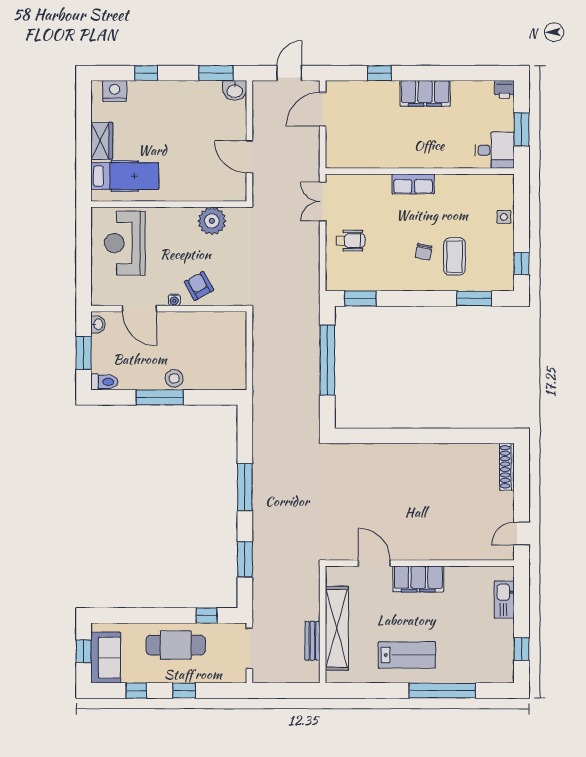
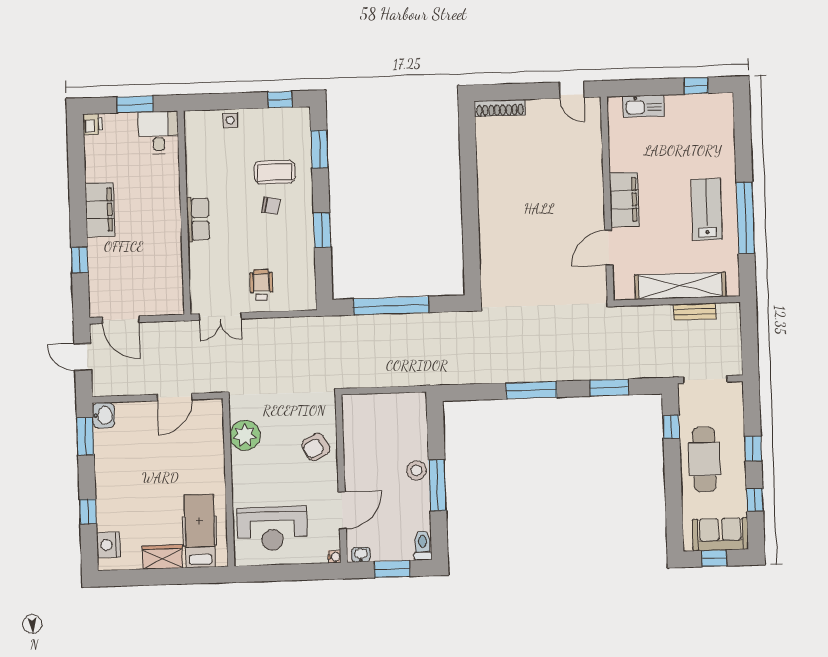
window: (360, 298) -> (322, 230), moved
water cooler: (174, 300) -> (334, 557), moved
window: (442, 691) -> (745, 218), moved

